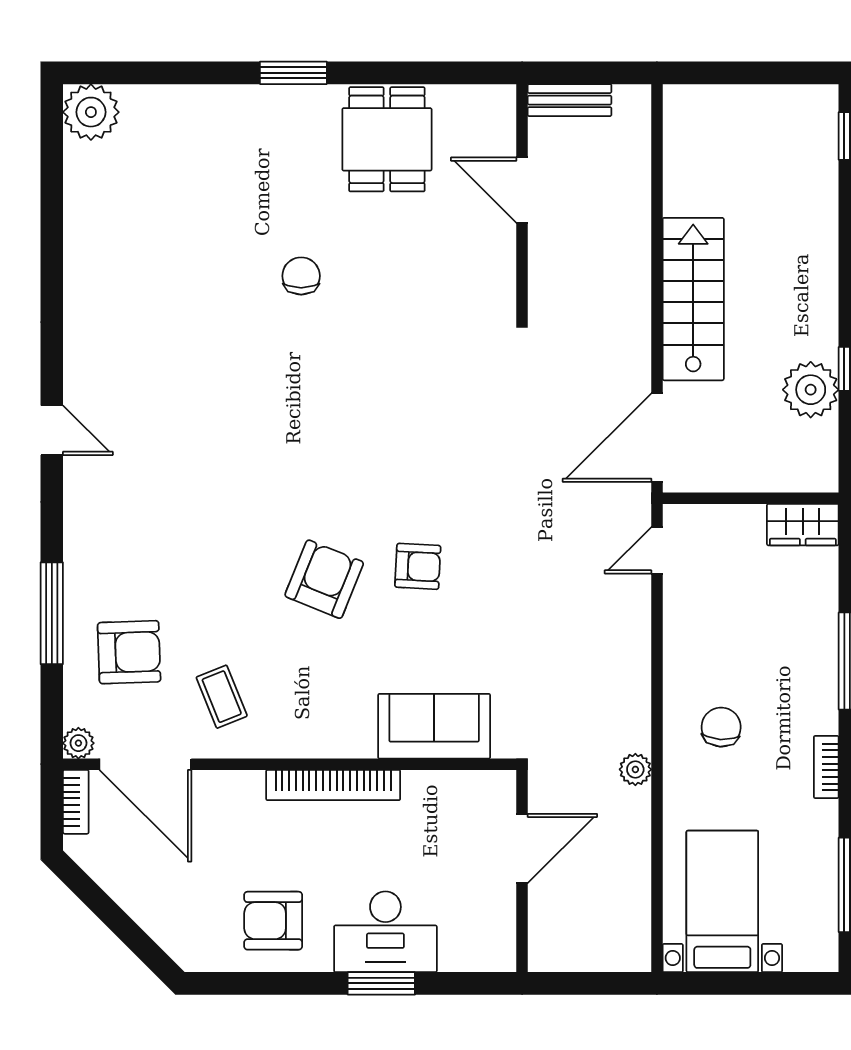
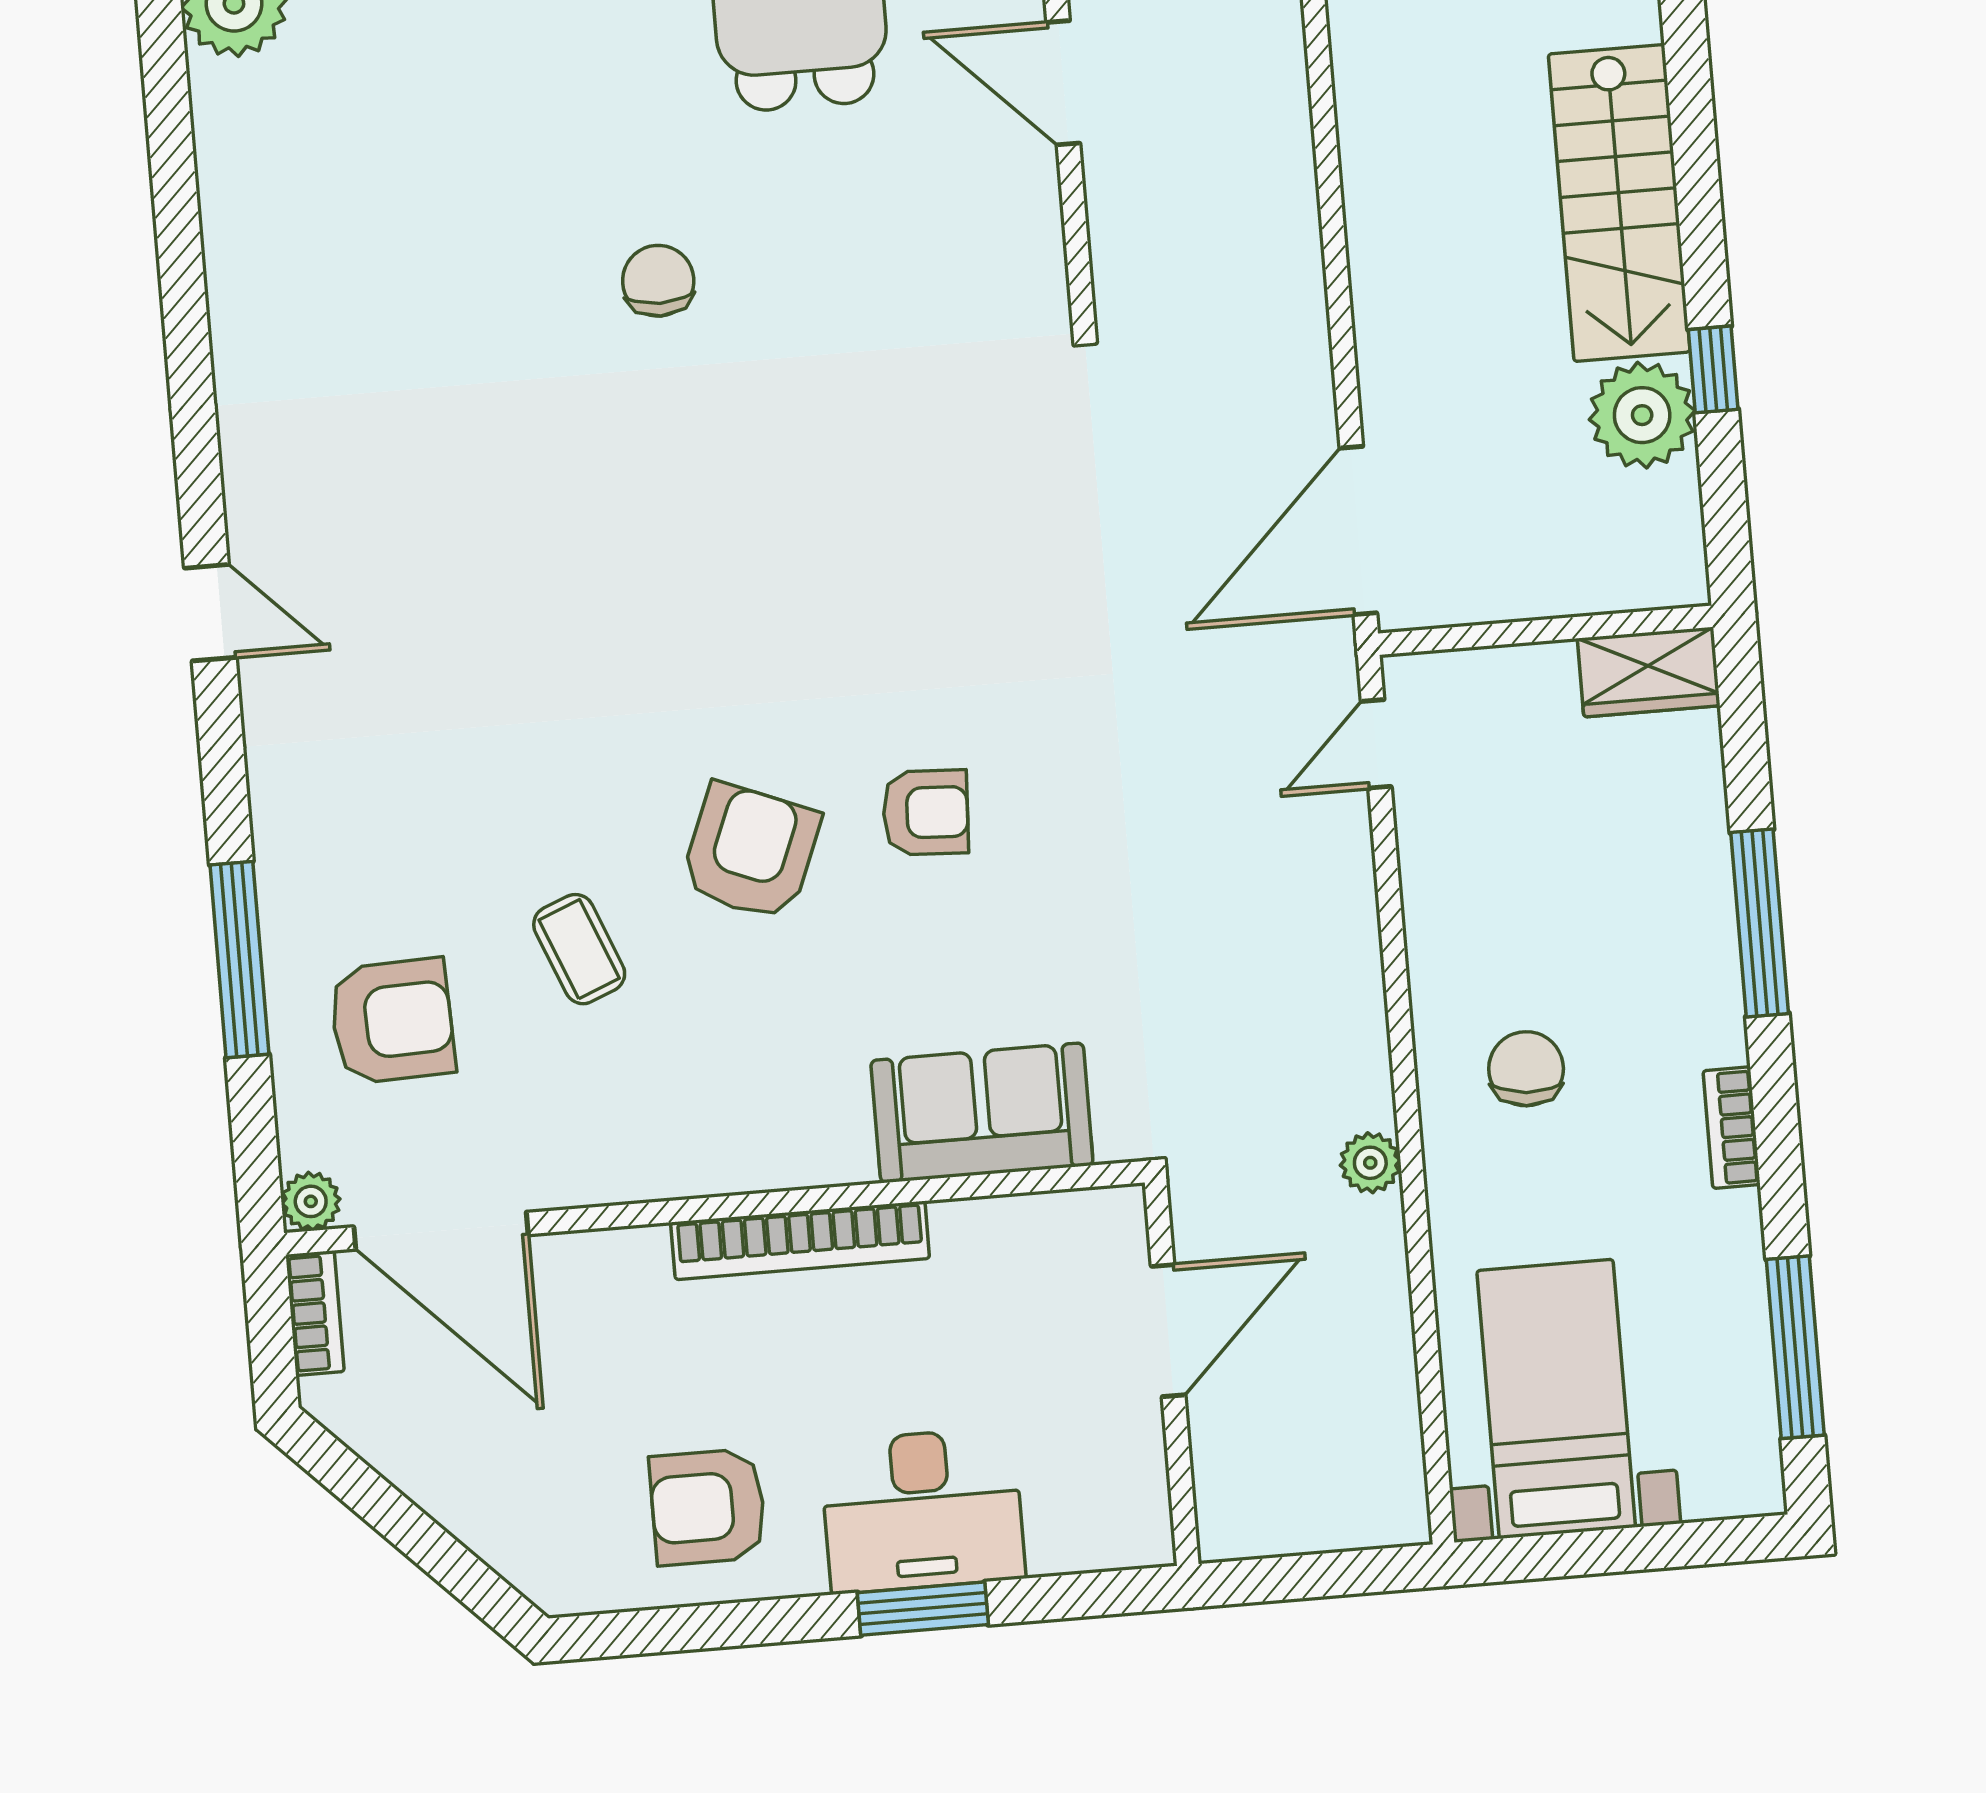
stairs: (693, 299) -> (1619, 203), moved, turned 180
coffee table: (222, 697) -> (579, 949), moved

